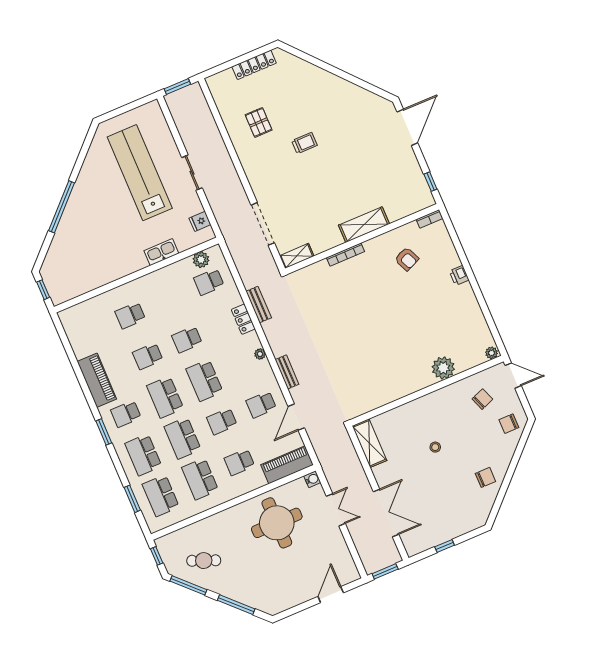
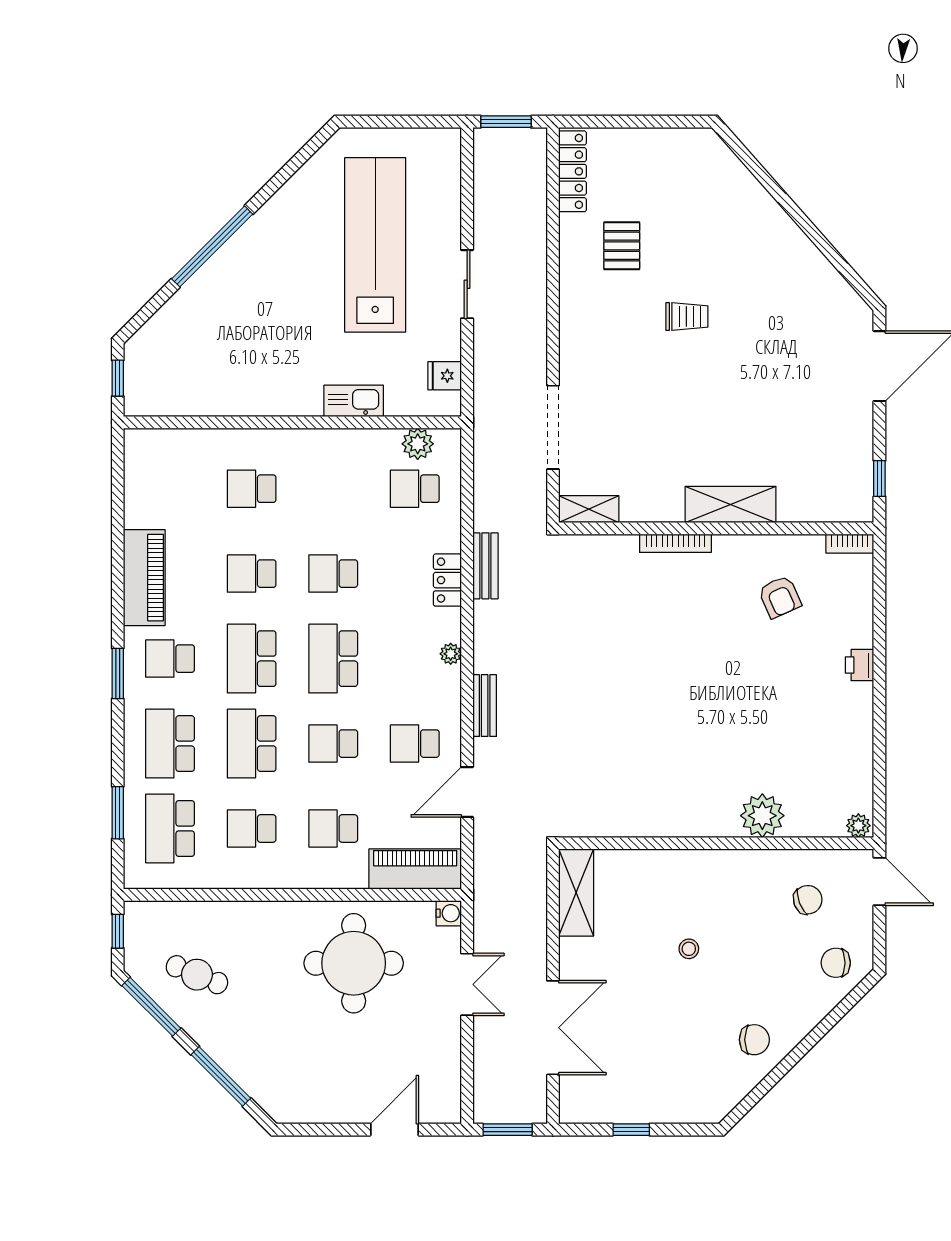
locker: (254, 65) -> (573, 171), moved, turned -90
school desk: (200, 479) -> (252, 828), width x0.54

